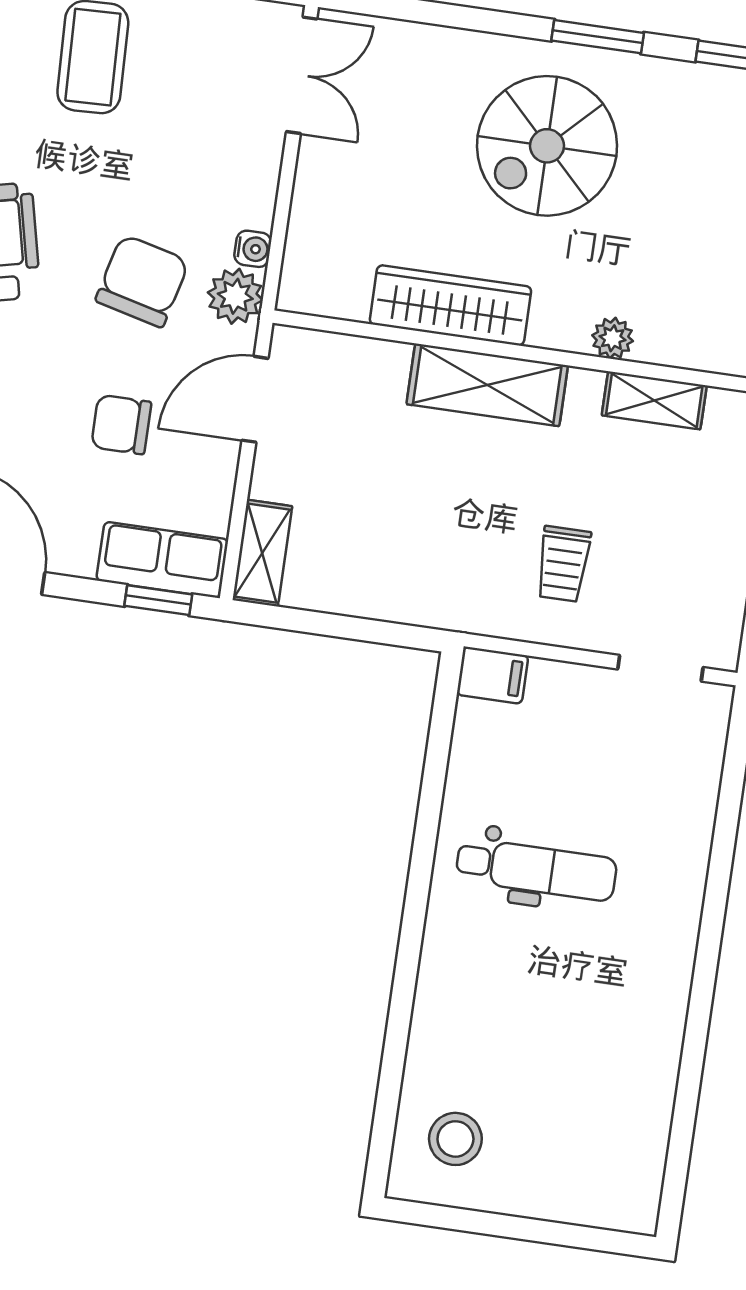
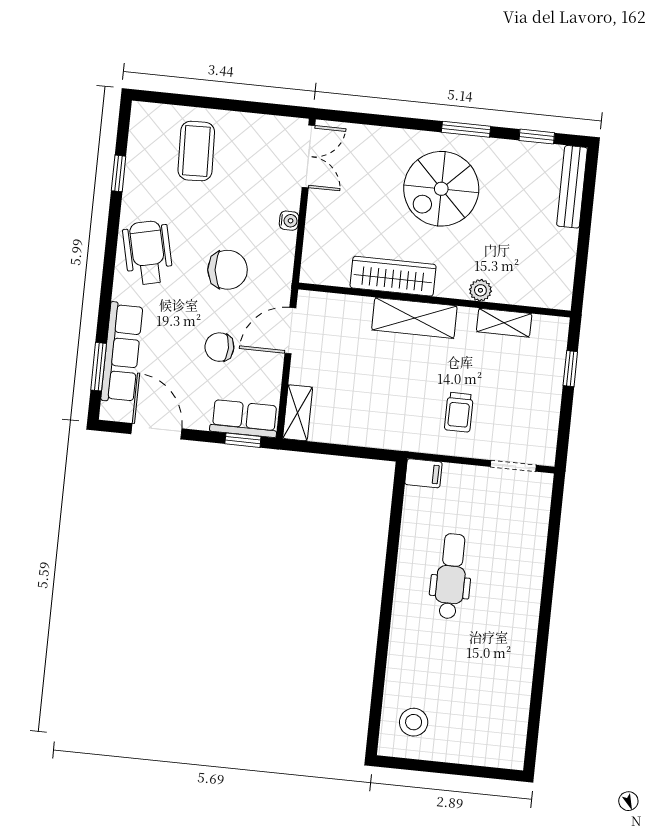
water cooler: (253, 249) -> (289, 221), moved
chair: (142, 281) -> (228, 270), turned 70
plant: (235, 296) -> (278, 276), removed
dental chair: (536, 869) -> (451, 576), turned -90

